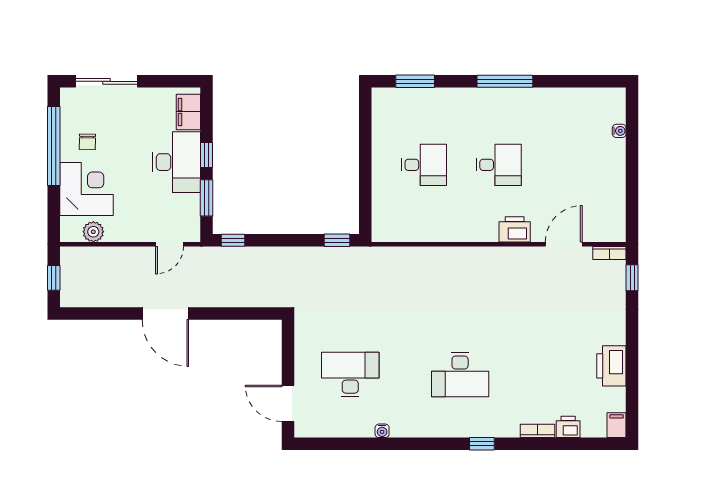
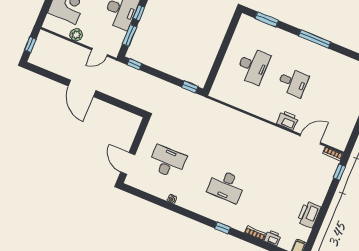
desk: (424, 165) -> (253, 66), width x1.37
plant: (93, 232) -> (76, 35), moved

